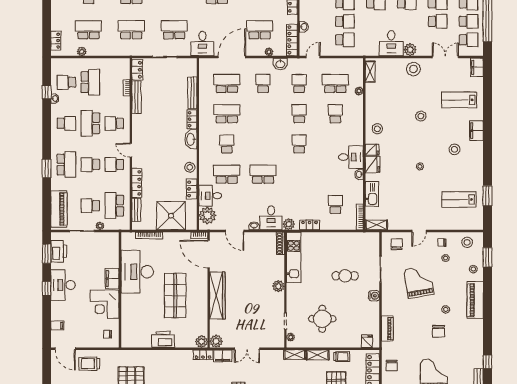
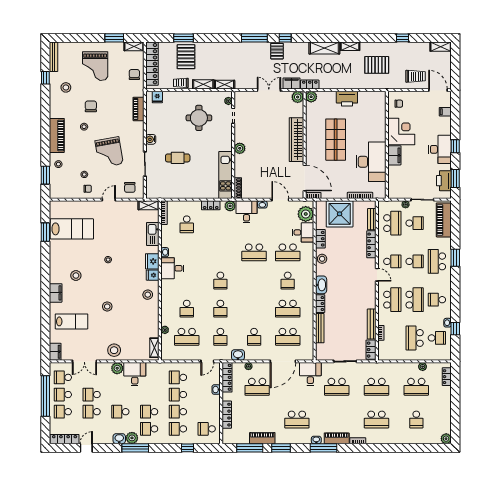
school desk: (114, 123) -> (392, 300), width x1.85
lab bench: (459, 199) -> (72, 229), width x1.36, depth x1.39
stool: (467, 242) -> (66, 87), moved

